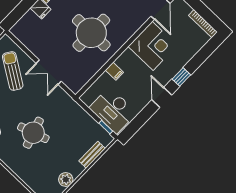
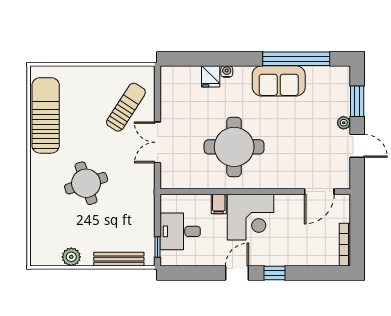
corner desk: (153, 46) -> (250, 217), moved
desk: (113, 110) -> (180, 231), width x0.73
bench: (92, 155) -> (119, 259), width x1.36

